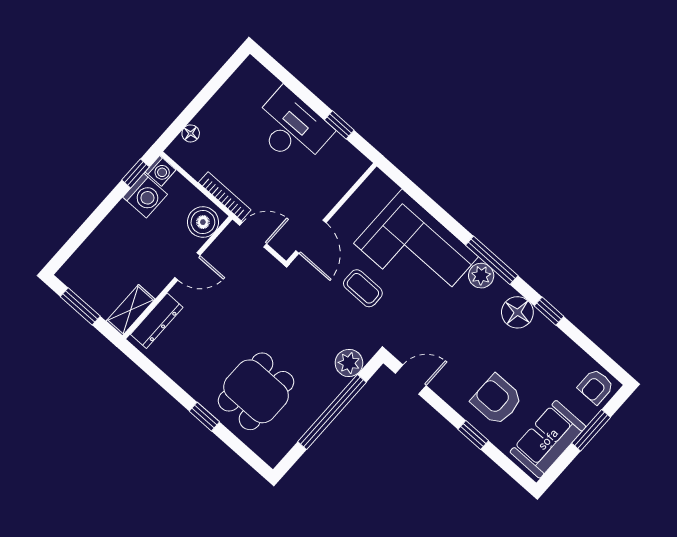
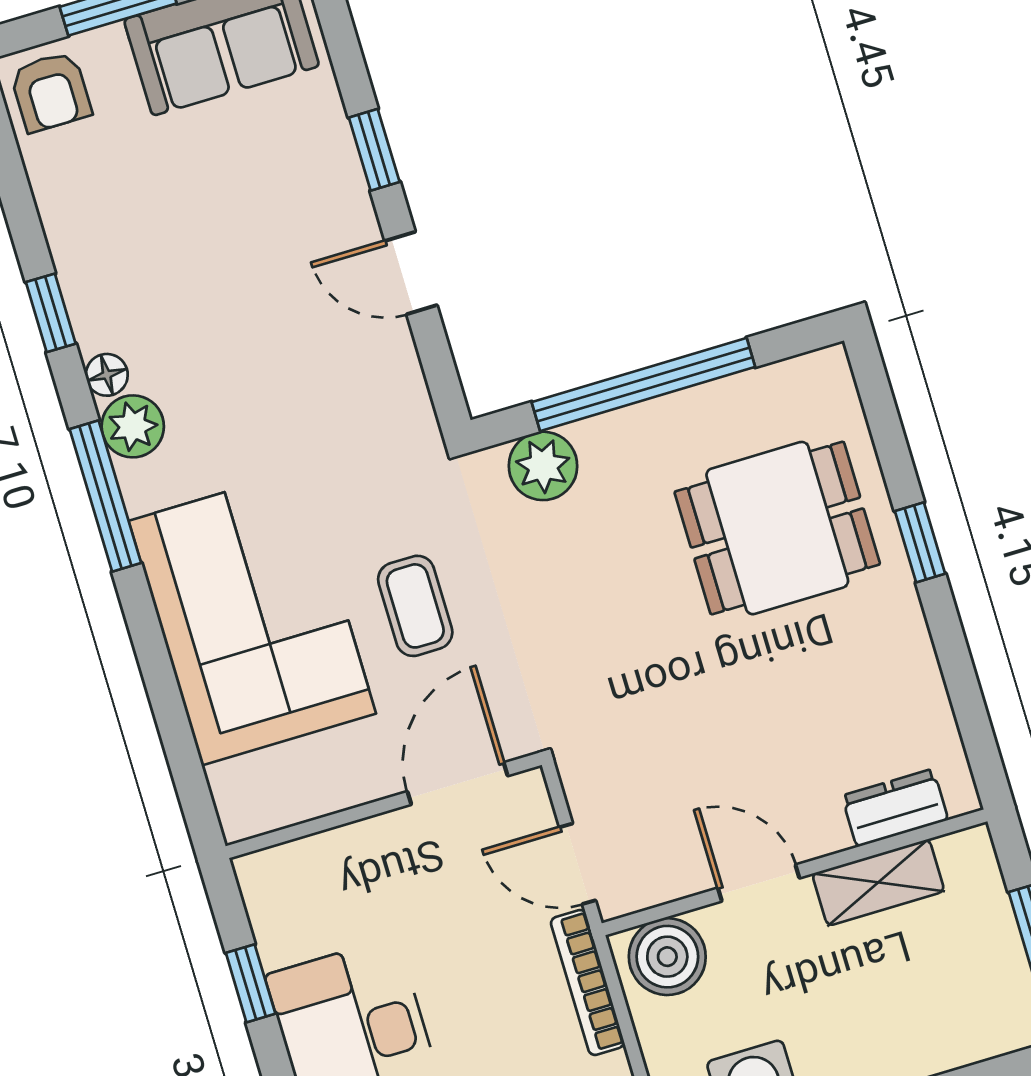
plant: (481, 276) -> (133, 426), moved
shelving: (131, 310) -> (878, 882), moved
floor lamp: (517, 312) -> (107, 375), width x0.53, depth x0.53
dresser: (157, 321) -> (895, 808), width x0.70
door: (411, 379) -> (411, 273), moved
armchair: (596, 386) -> (51, 92), turned 90
armchair: (497, 400) -> (278, 194), removed

